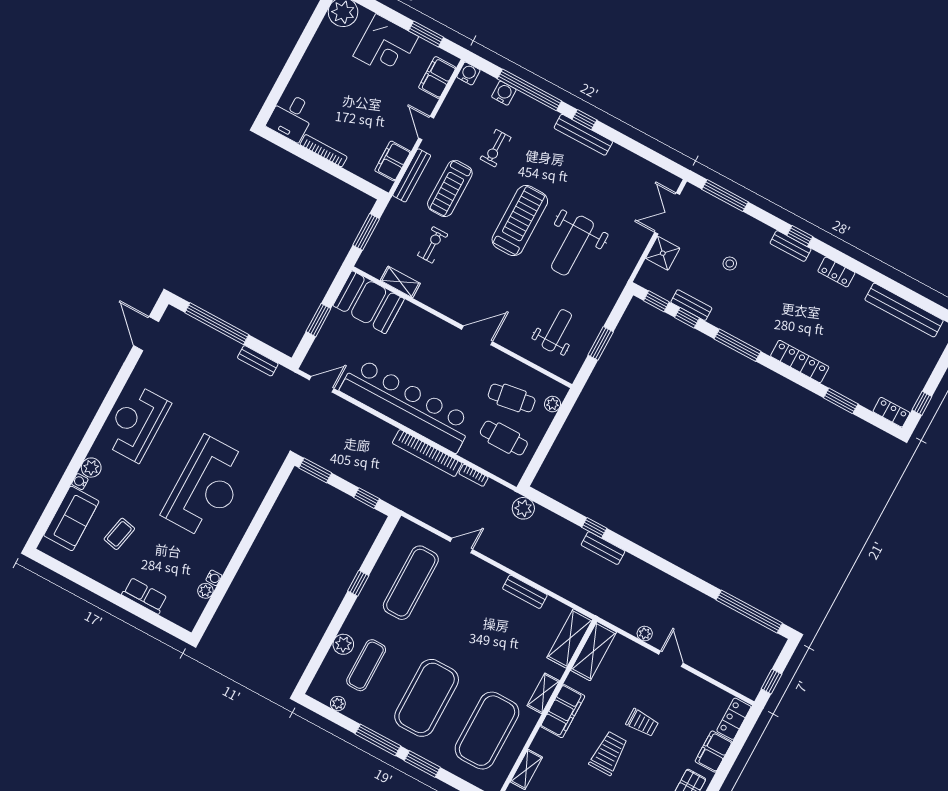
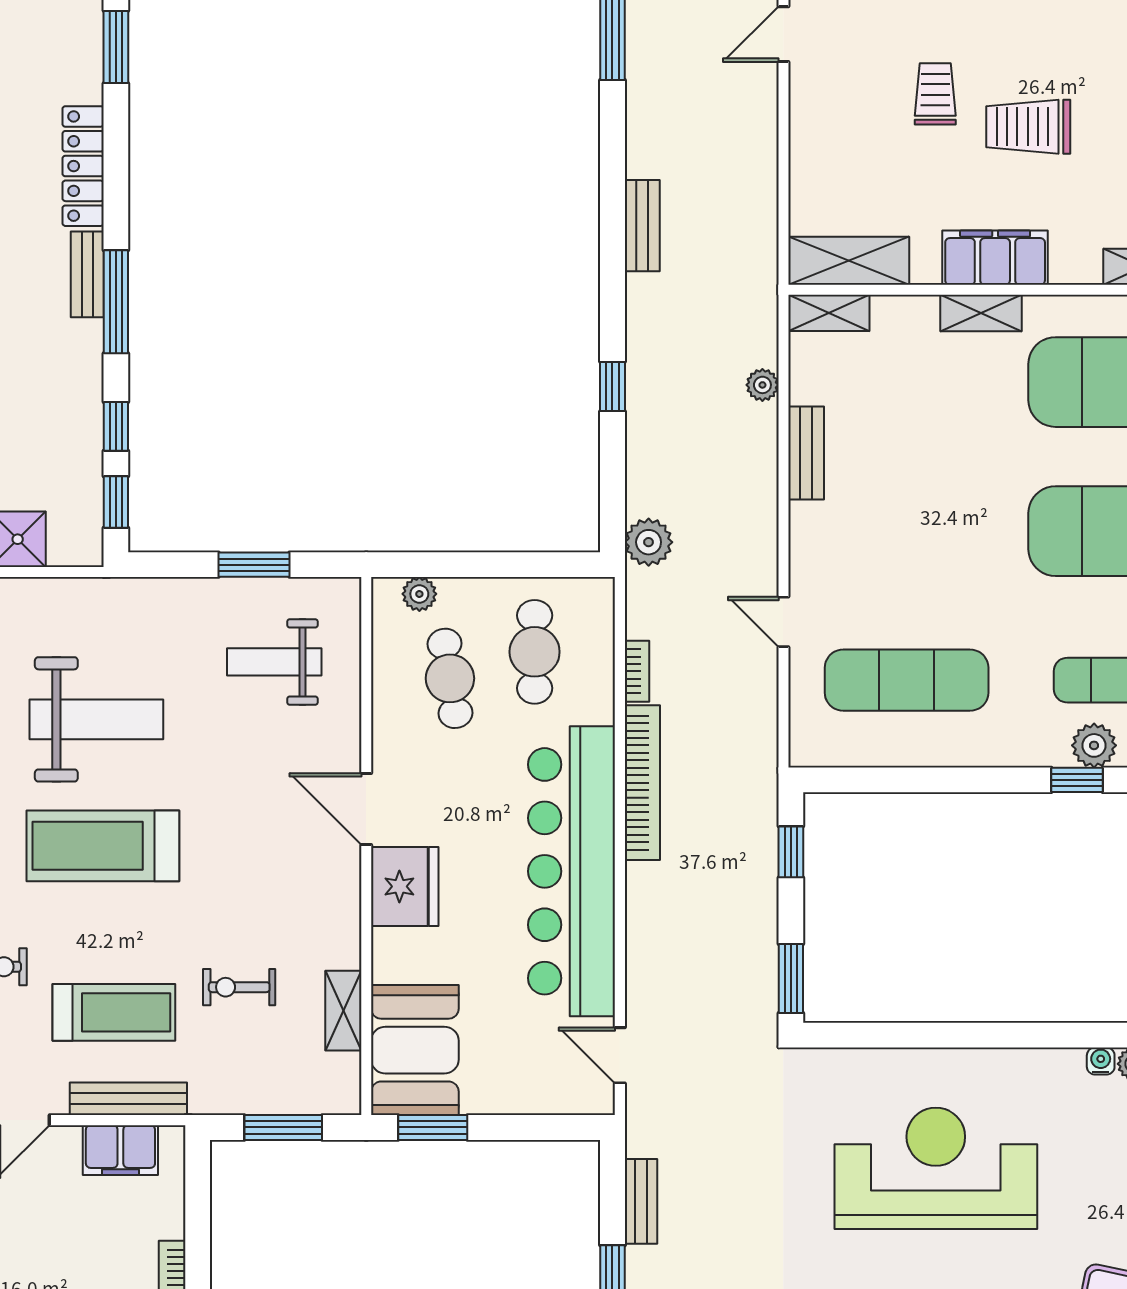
bench: (691, 305) -> (87, 274), moved
window: (318, 320) -> (433, 1127), moved
fridge: (437, 334) -> (405, 886), added
bench: (603, 548) -> (642, 226), moved
window: (358, 583) -> (1077, 780), moved
plant: (645, 634) -> (762, 385), moved
shelving: (570, 638) -> (829, 313), width x0.67, depth x0.75
door: (671, 659) -> (783, 34), moved

